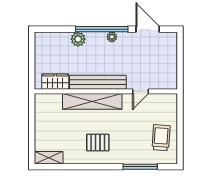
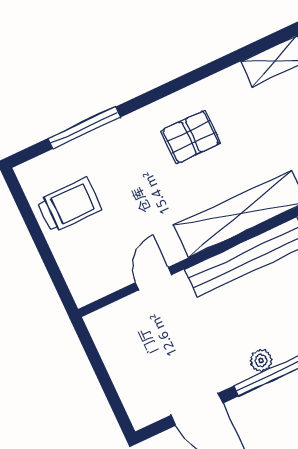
trolley: (161, 138) -> (69, 205), turned -94

